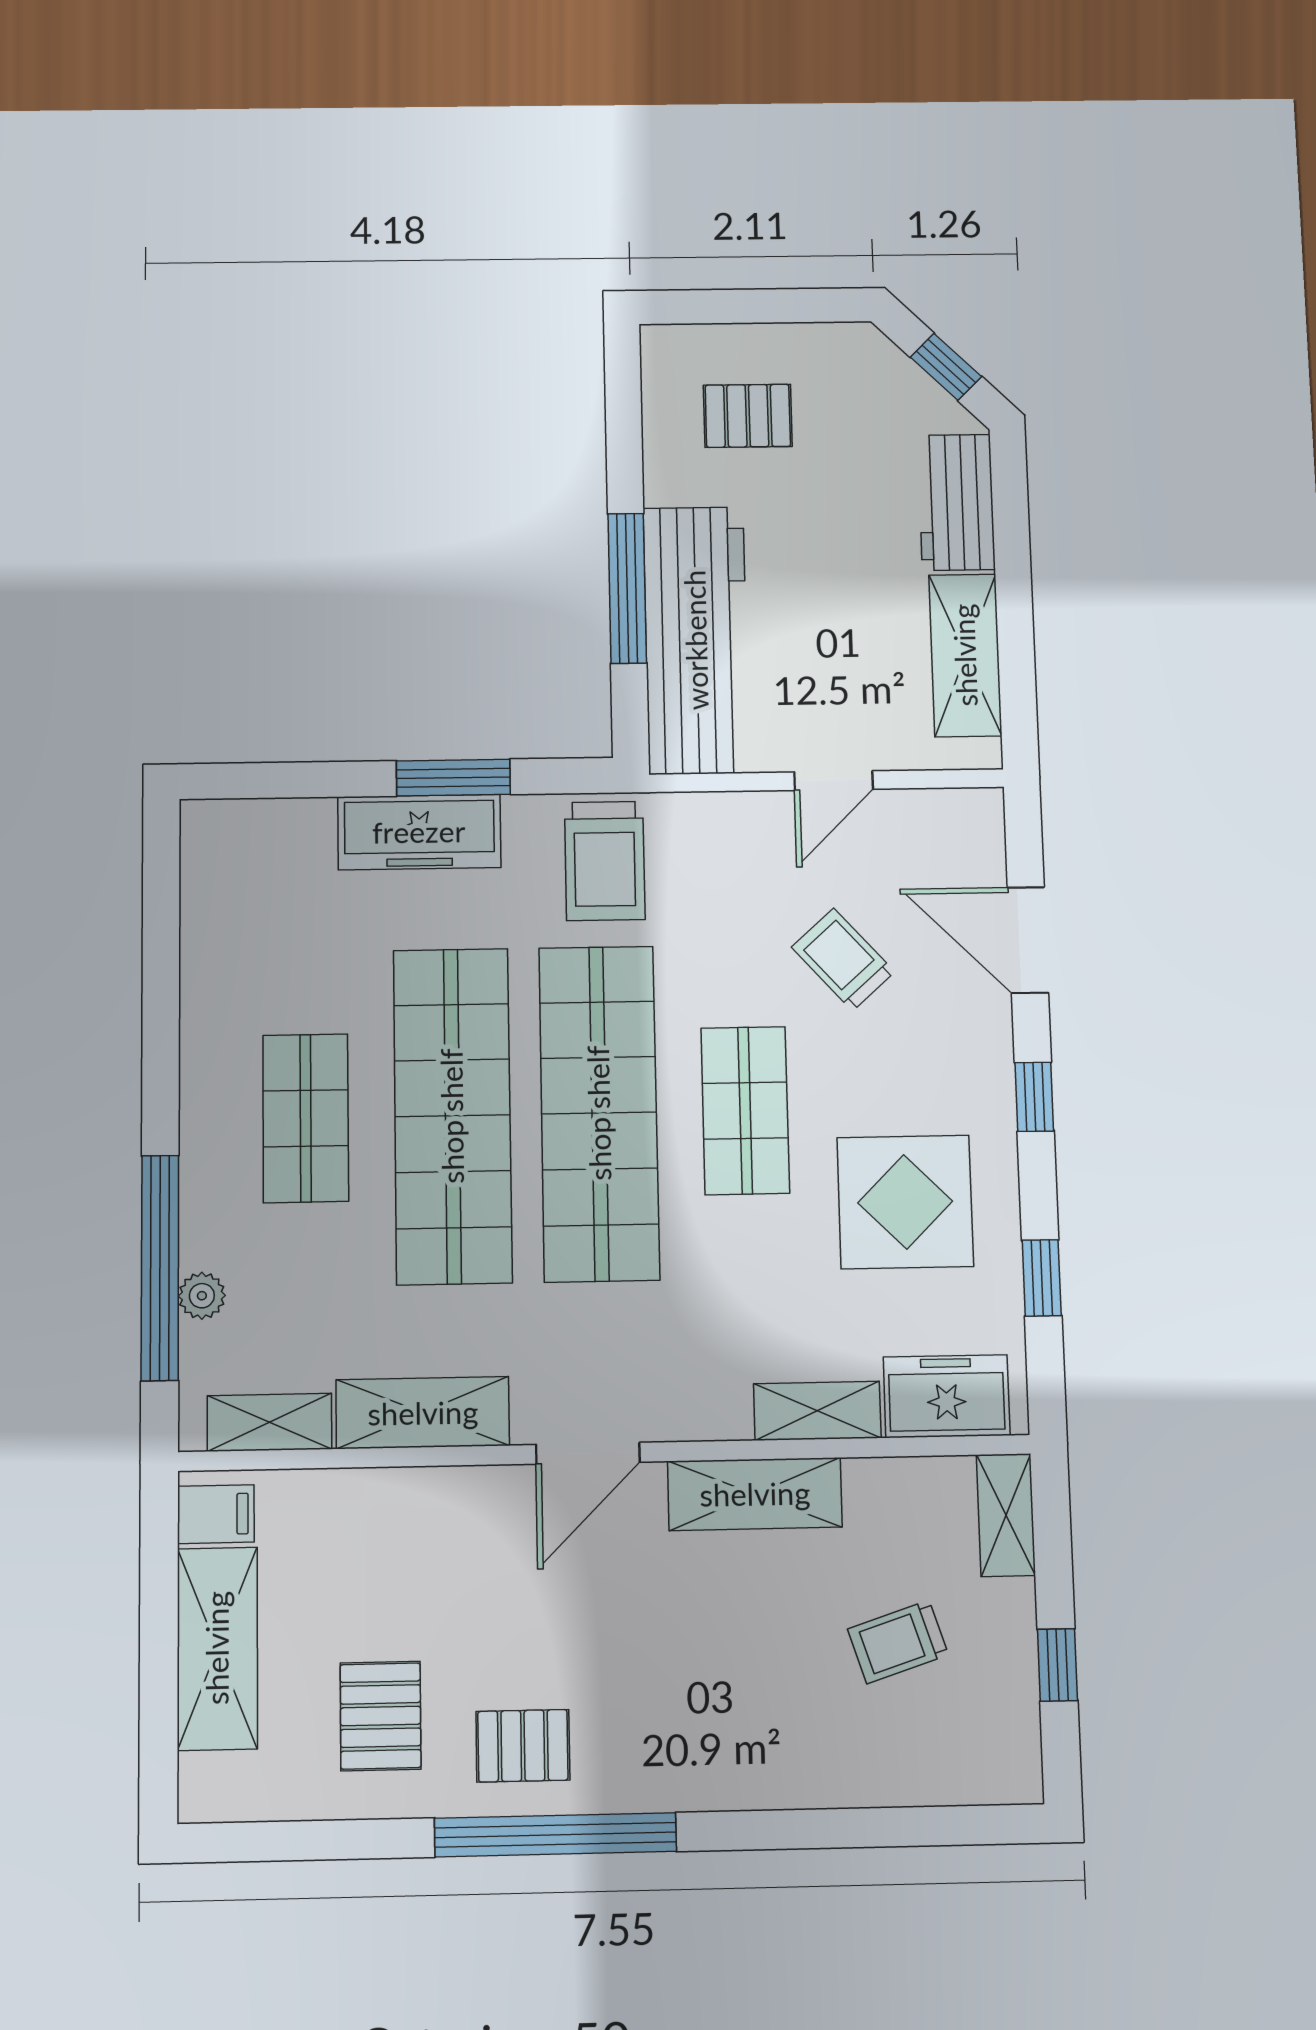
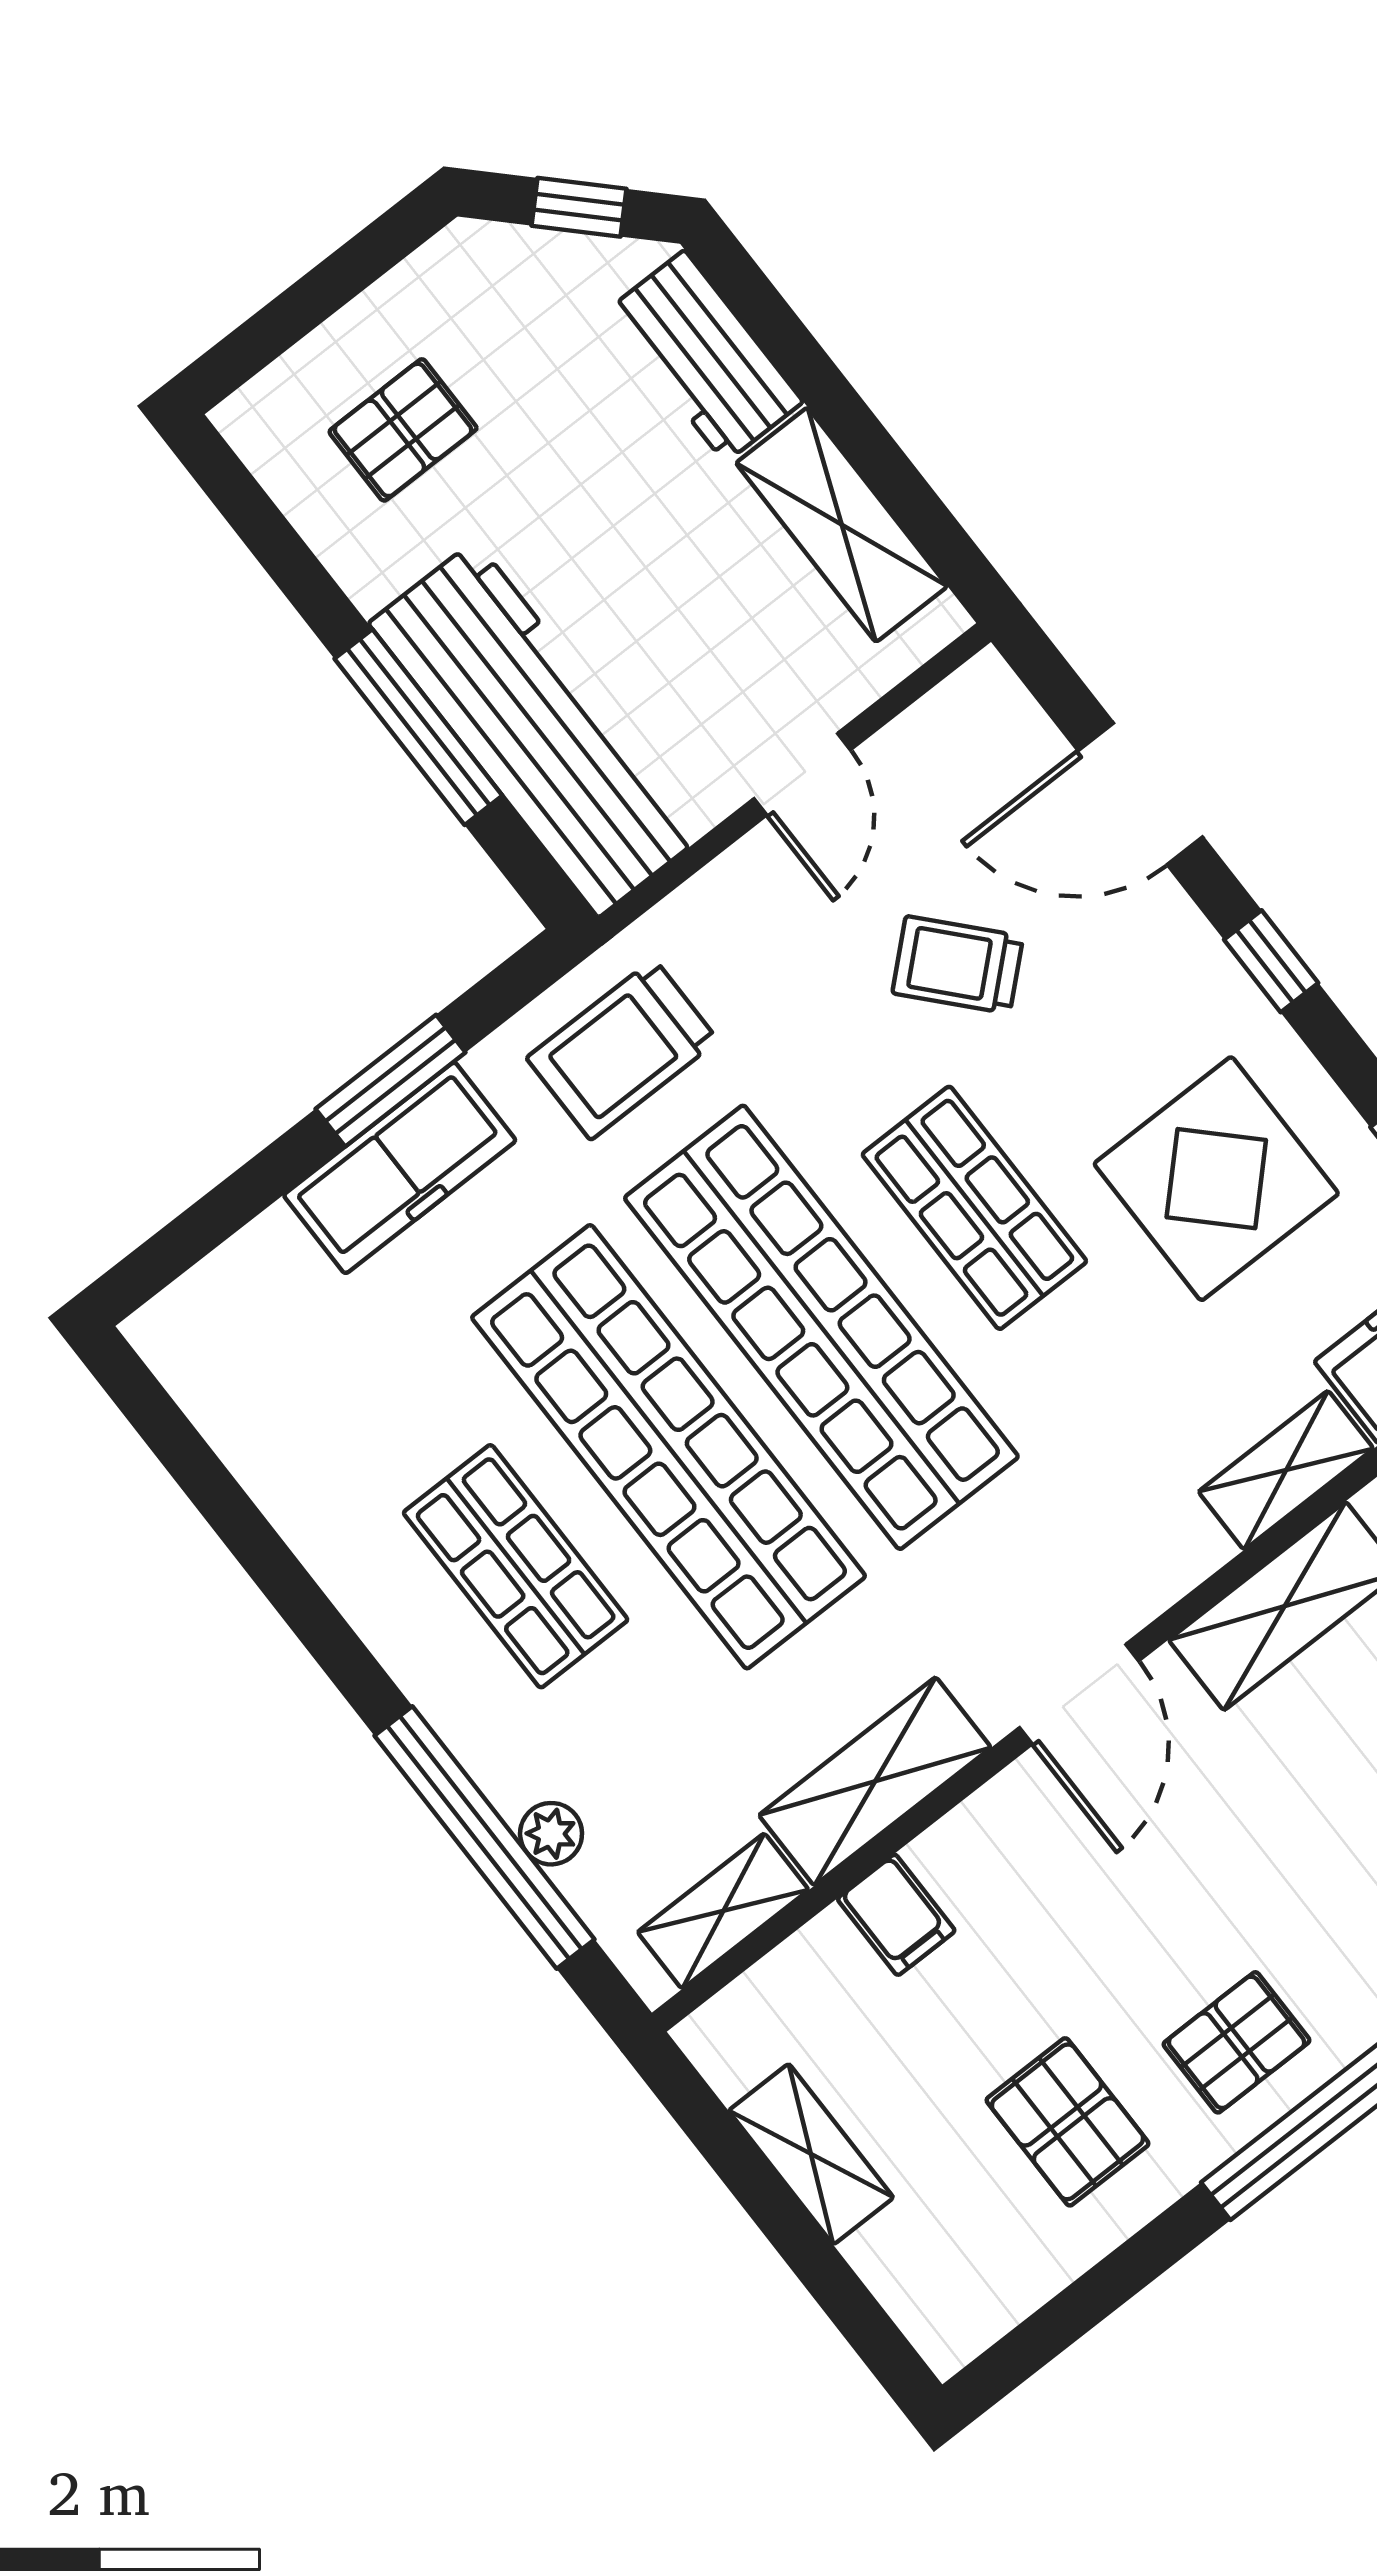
trolley: (605, 861) -> (622, 1049), turned 90
filing cabinet: (216, 1514) -> (896, 1915), moved, turned 90
shelving: (217, 1648) -> (811, 2154), width x0.67, depth x0.75

